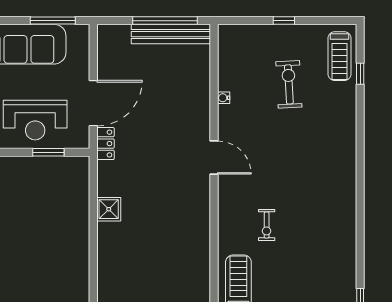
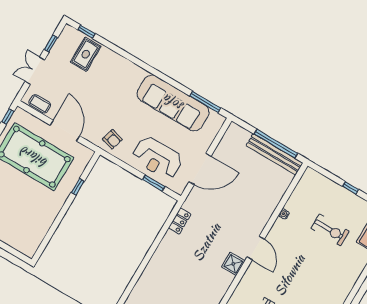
exercise bike: (289, 84) -> (330, 230), turned 93
locker: (105, 144) -> (180, 221), moved
shower: (109, 209) -> (233, 264), moved

